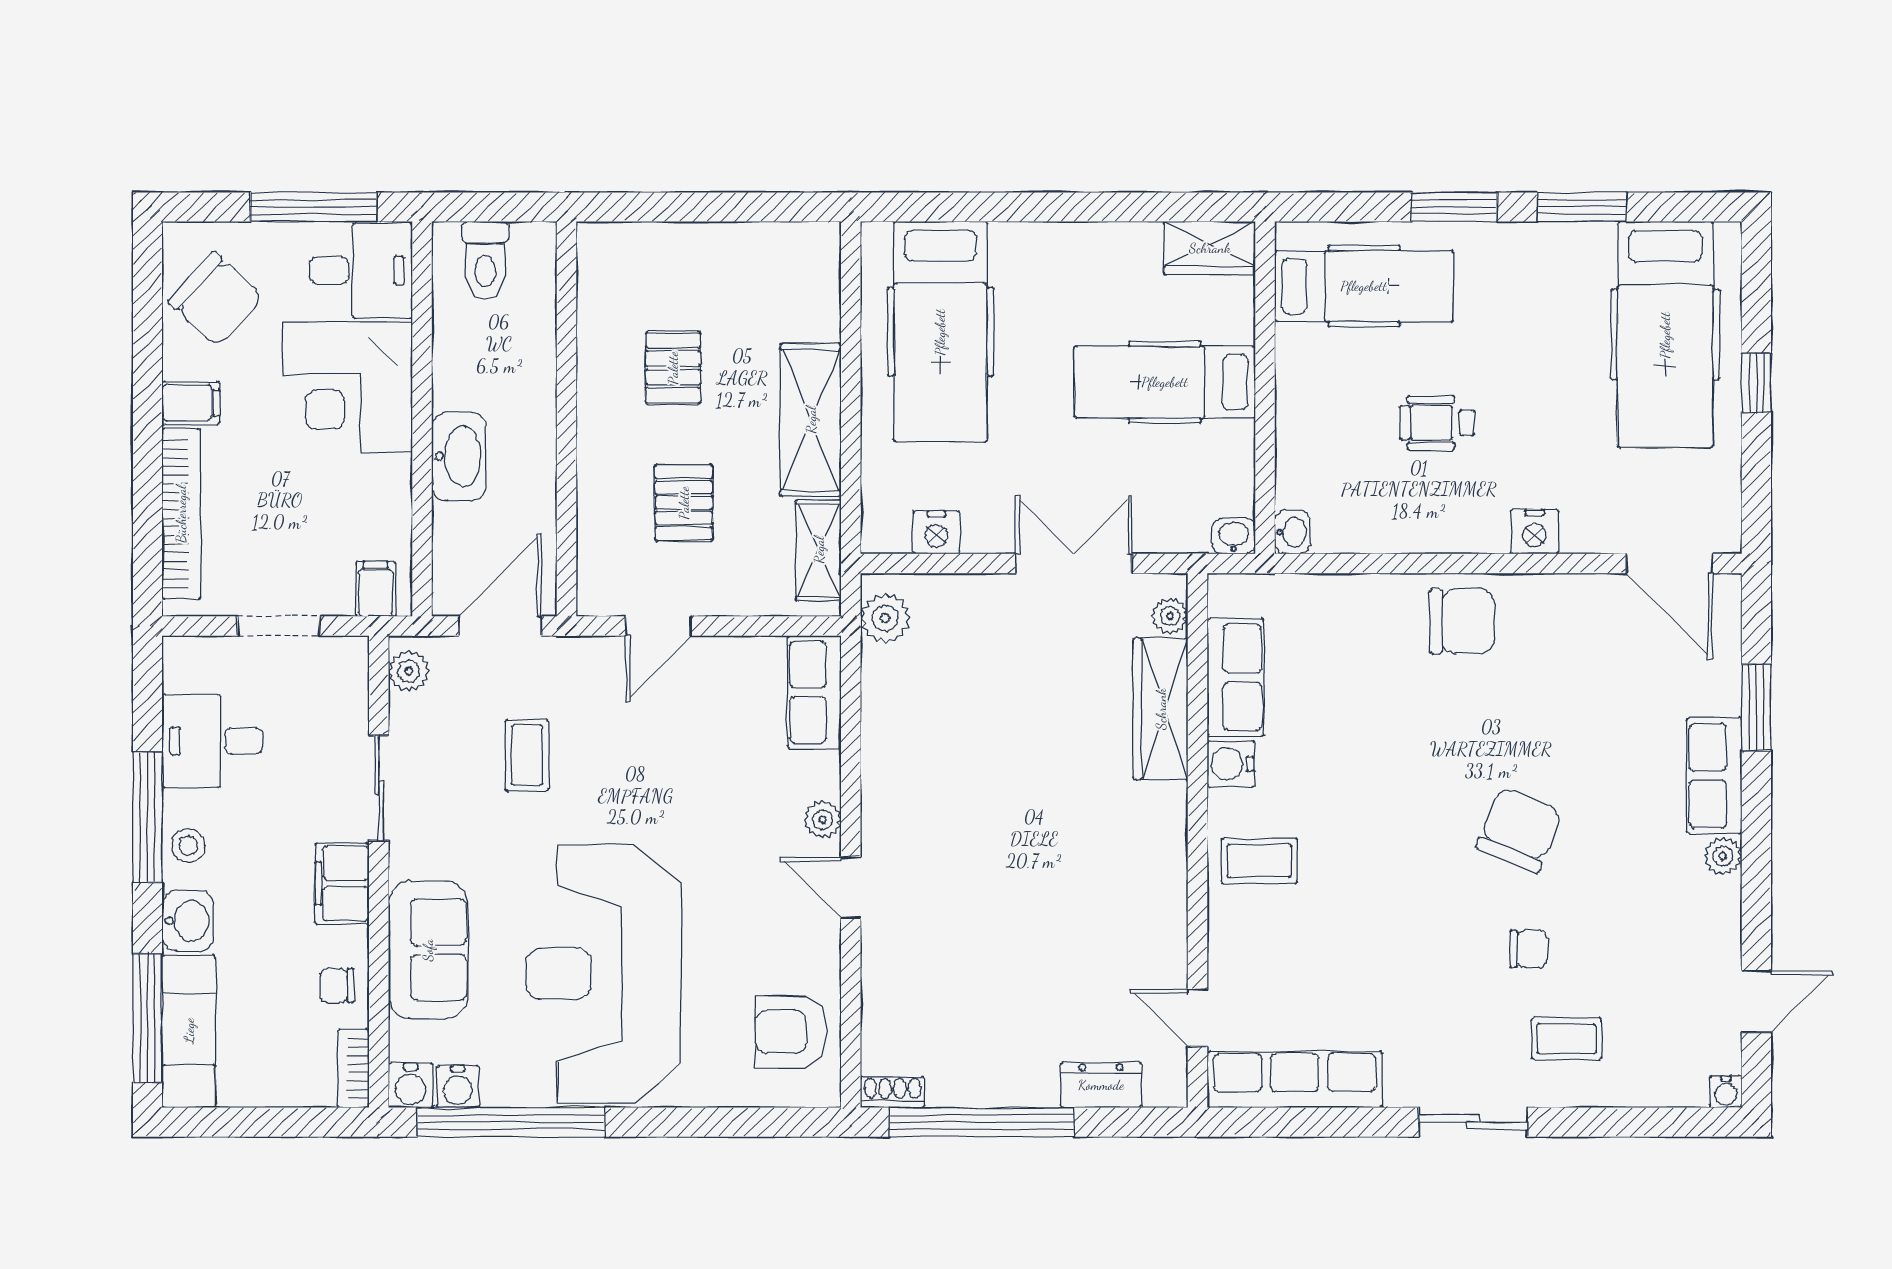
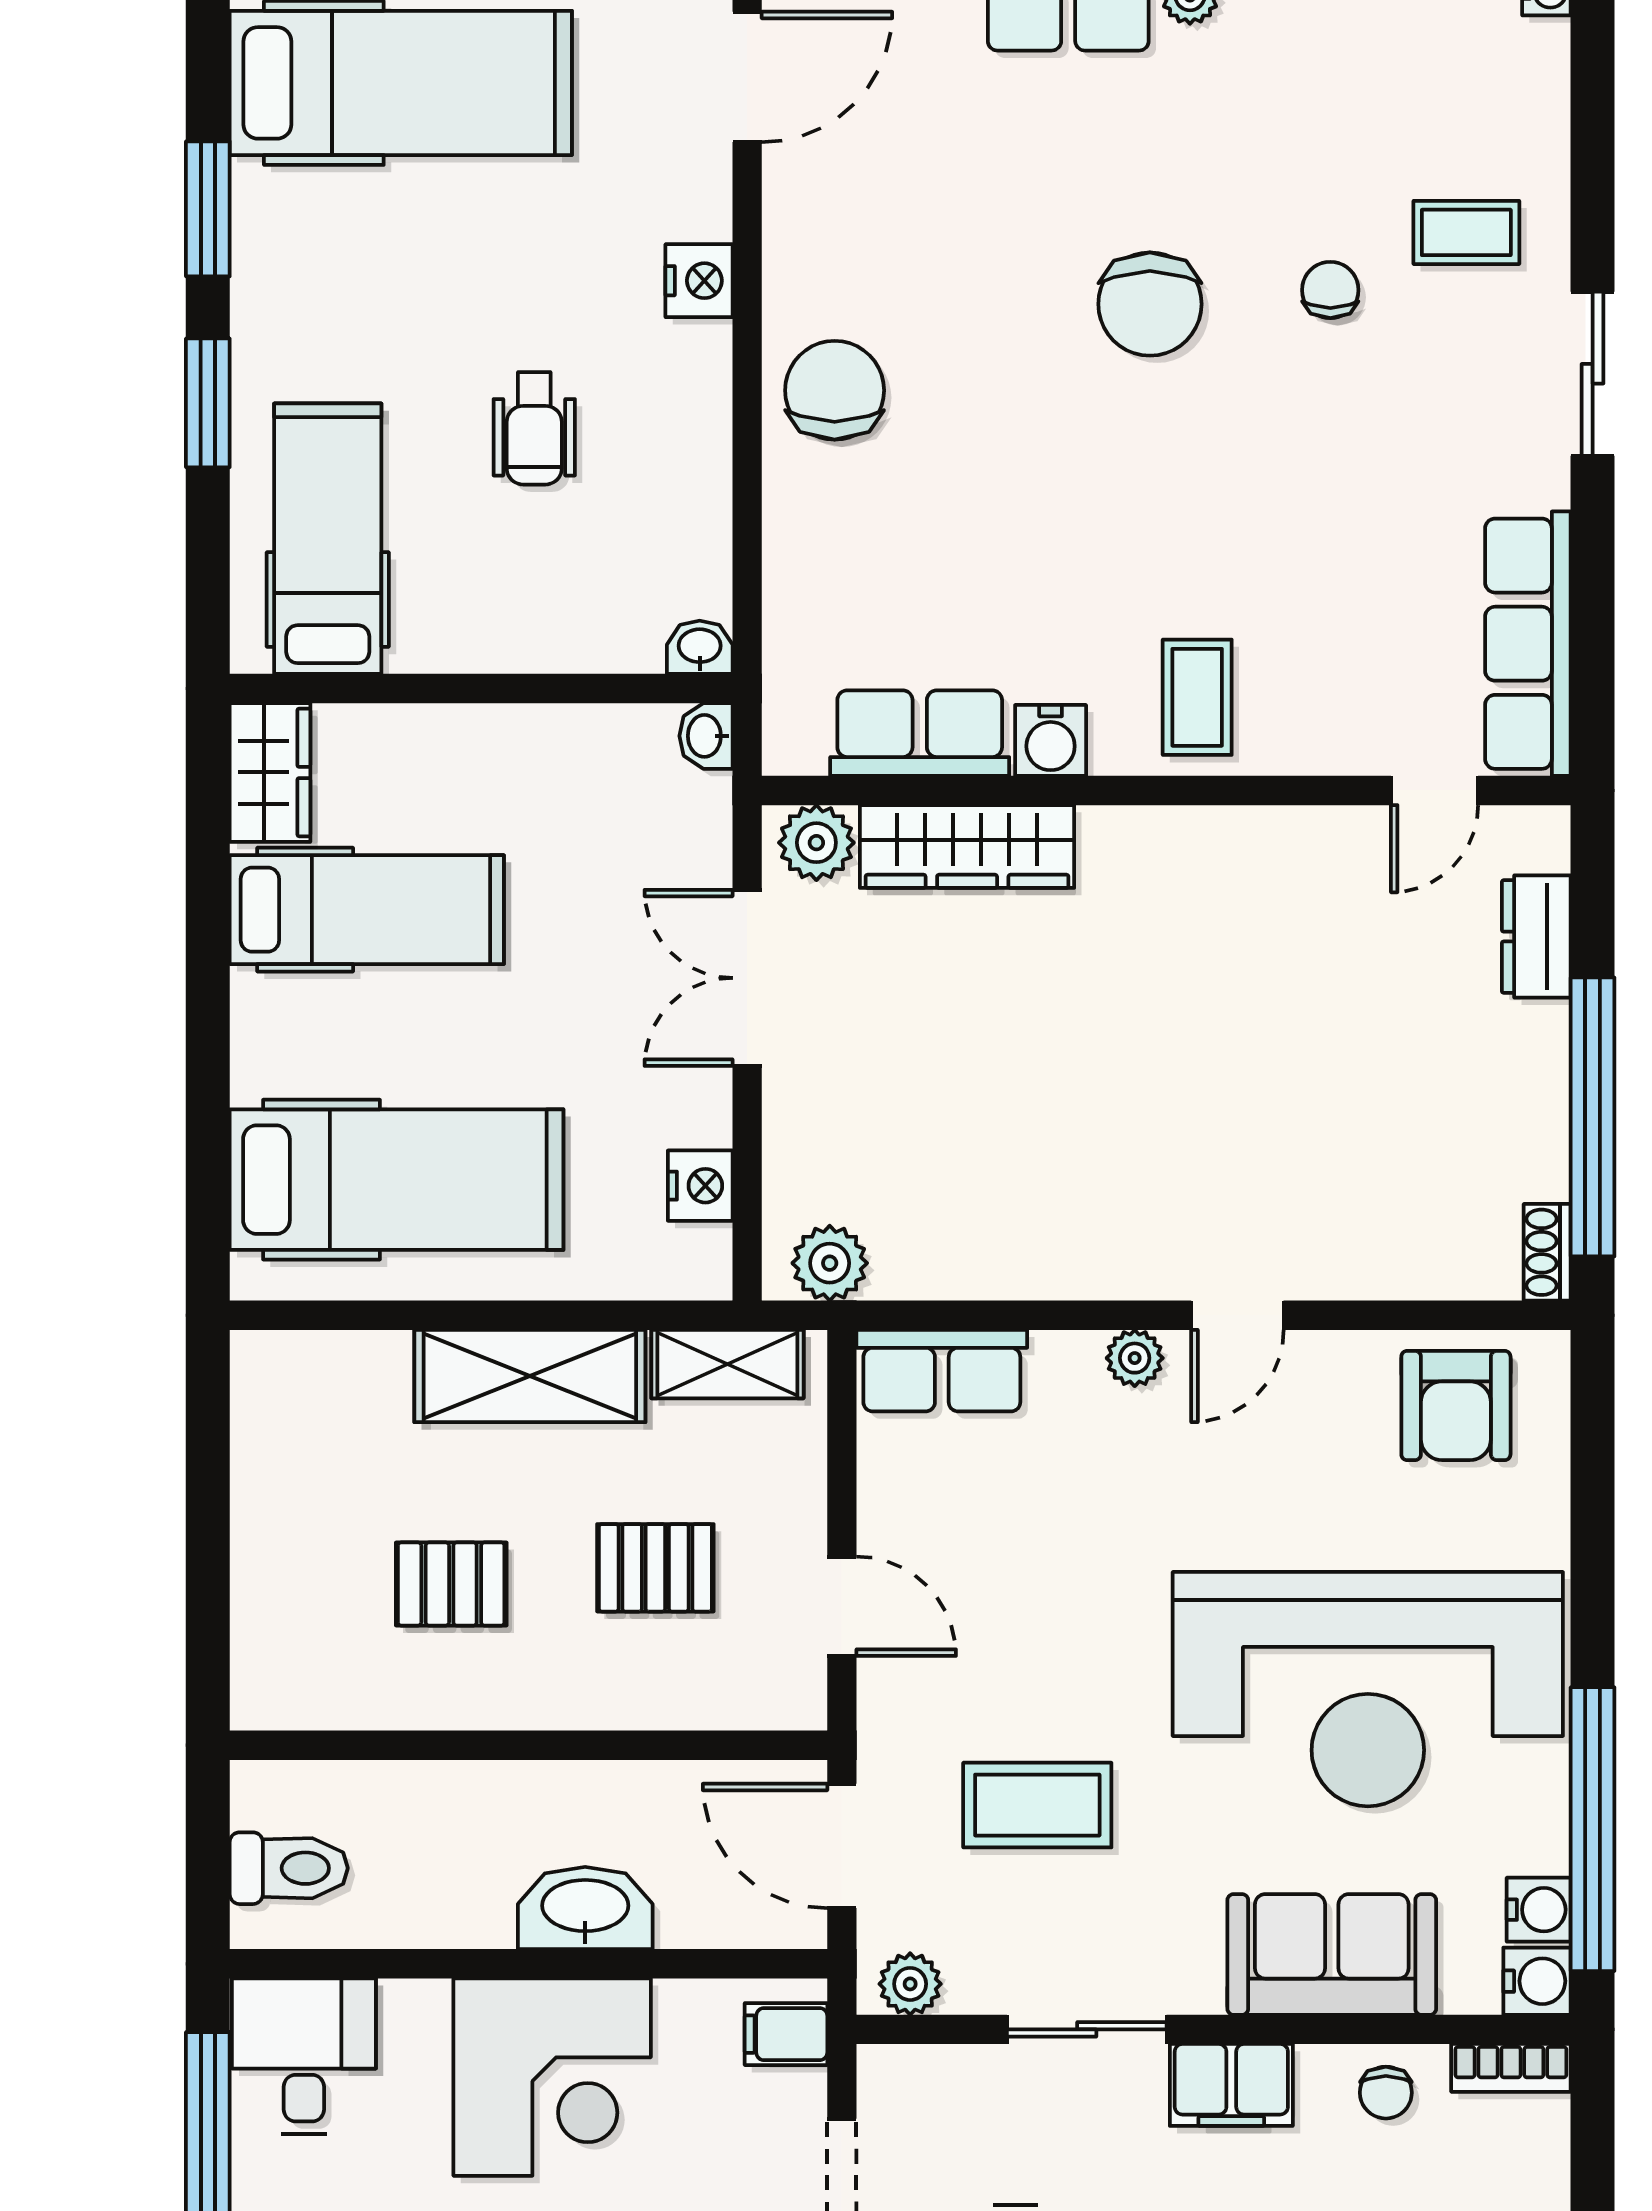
hospital bed: (1165, 382) -> (367, 910), moved, turned -90
corner desk: (347, 387) -> (552, 2077), moved
plant: (1170, 616) -> (816, 843), width x1.38, depth x1.38
coffee table: (527, 755) -> (1037, 1805), width x1.36, depth x1.30
chair: (1519, 830) -> (1150, 304), turned -112
coffee table: (1566, 1039) -> (1466, 232), turned 90

